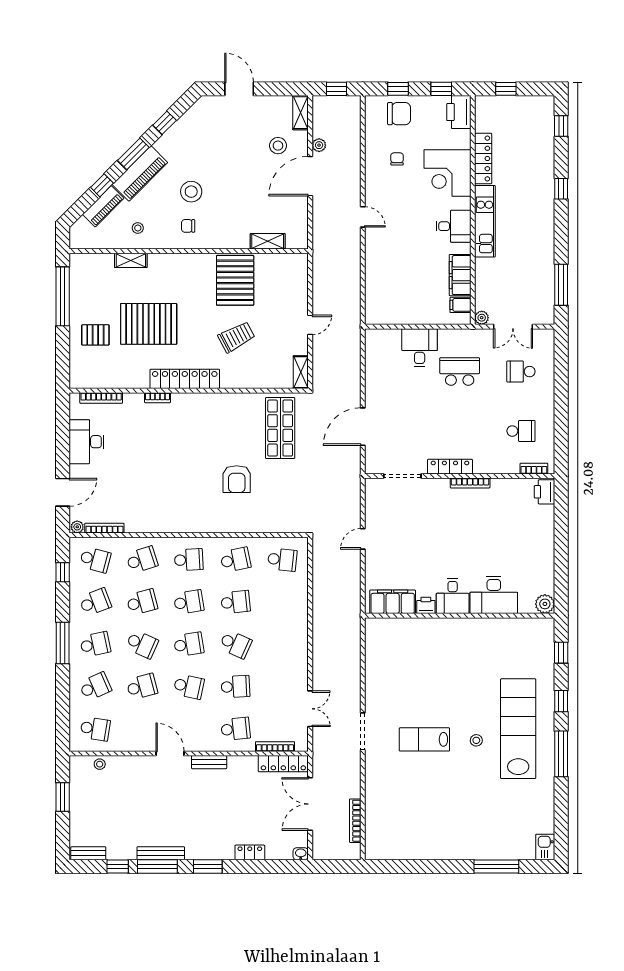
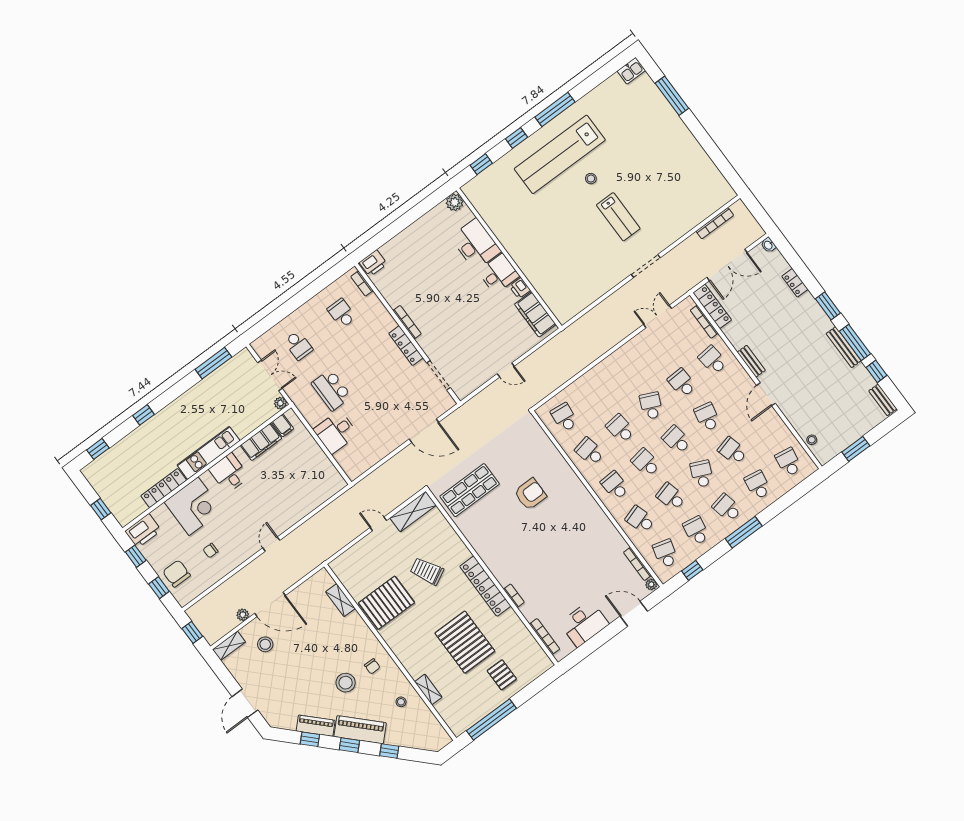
window: (133, 154) -> (349, 745), width x0.67
piano: (103, 206) -> (316, 726), moved
shelving: (301, 372) -> (413, 512), width x1.50, depth x1.33
school desk: (95, 602) -> (696, 531), turned 30
school desk: (95, 687) -> (758, 485), turned 33

